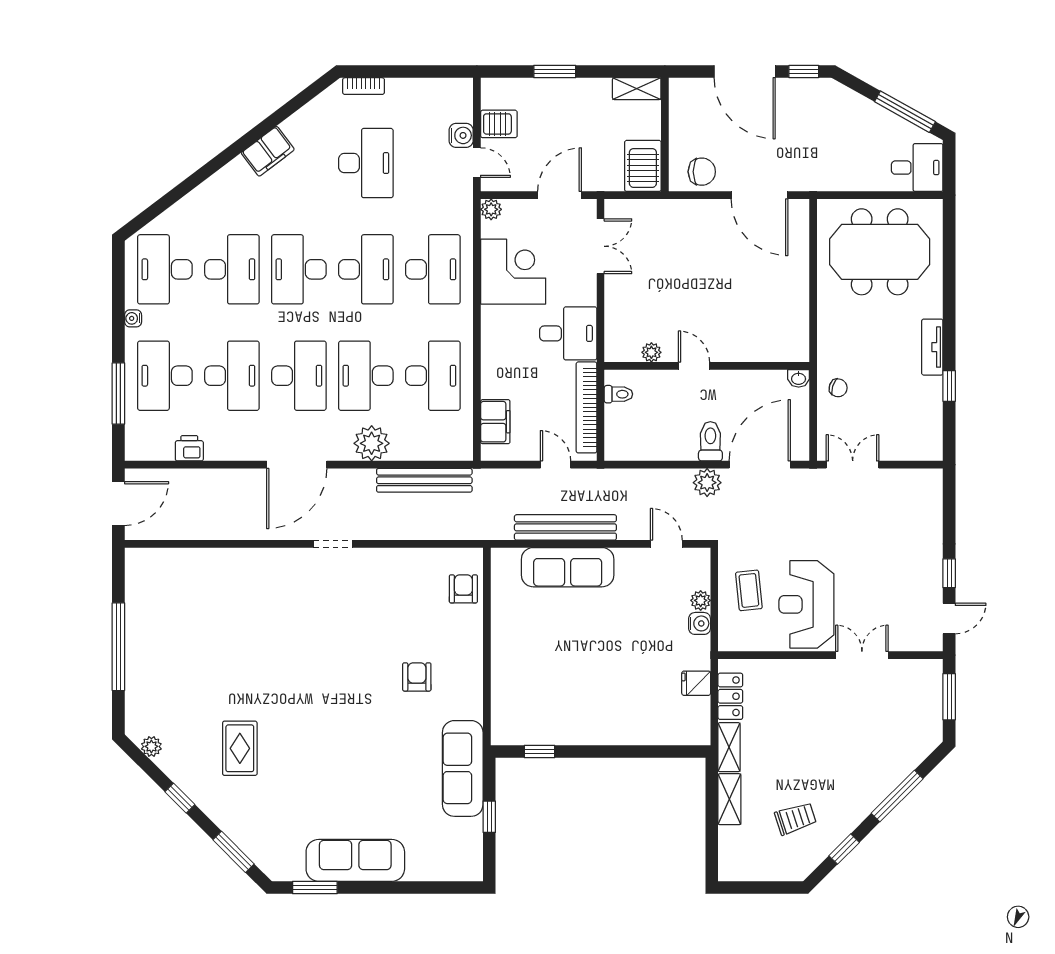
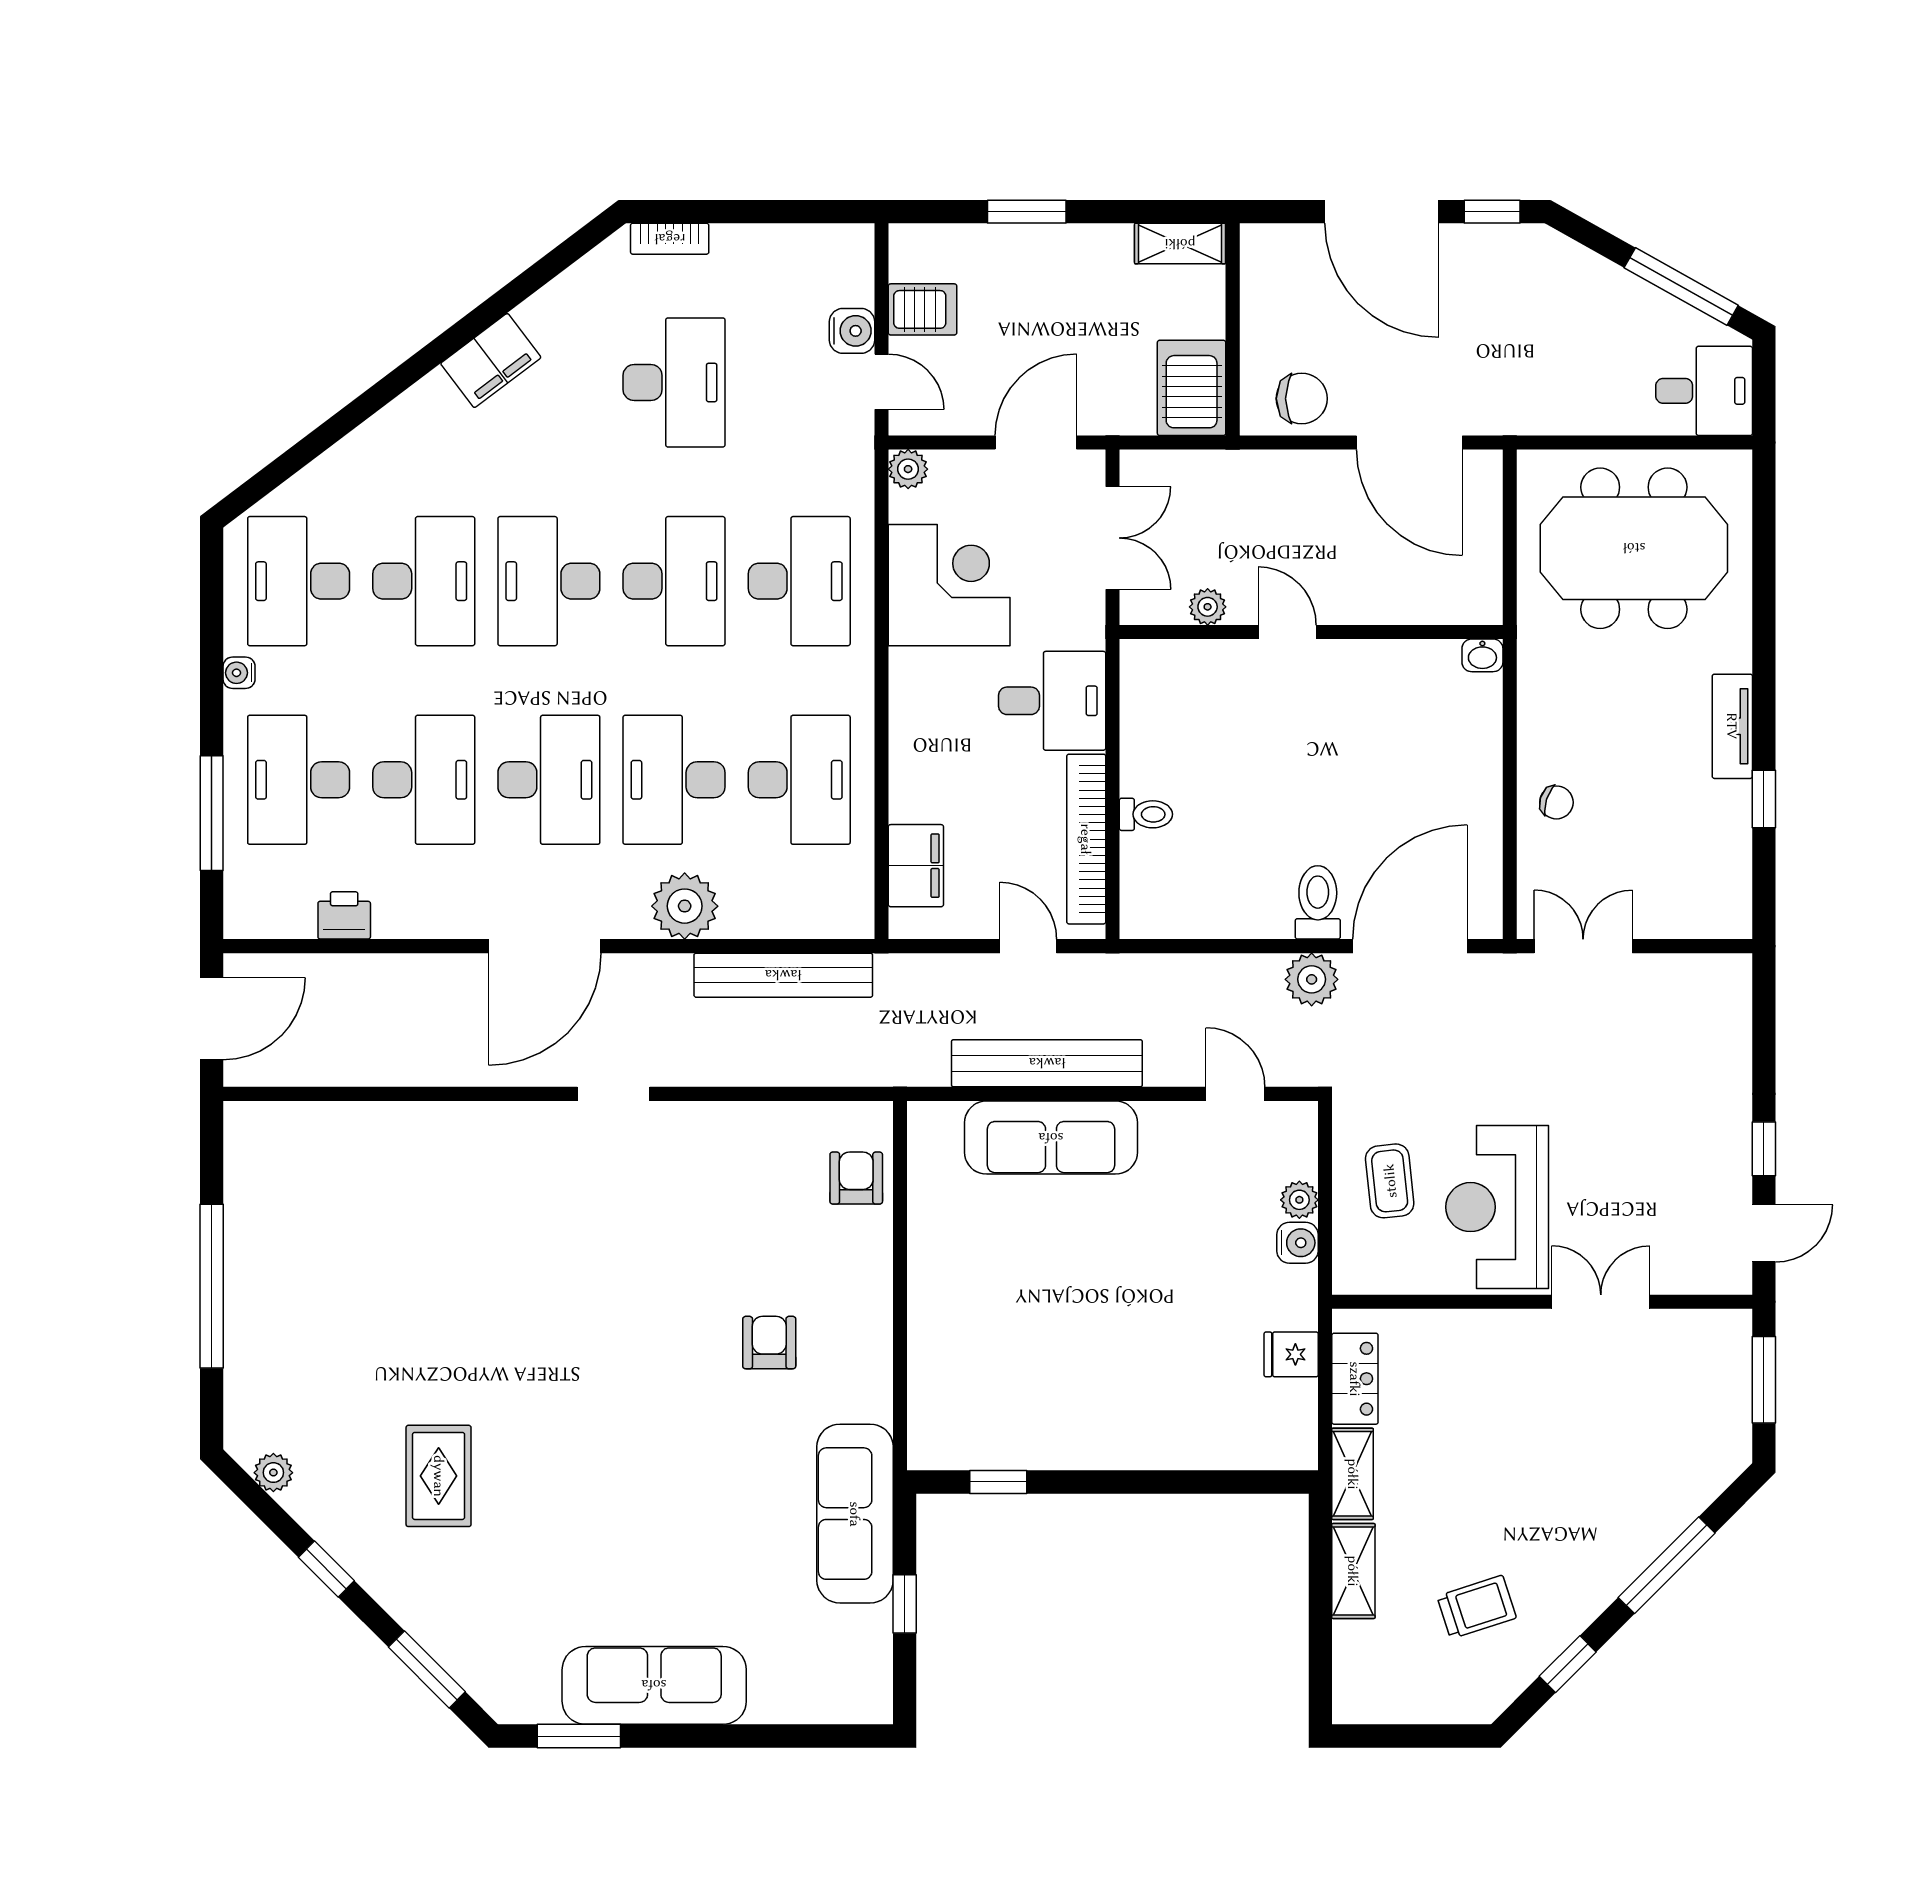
plant: (651, 352) -> (1208, 607), moved
door: (694, 366) -> (1287, 632), moved
wall: (707, 366) -> (1311, 632), moved
washbasin: (799, 378) -> (1482, 655), moved

